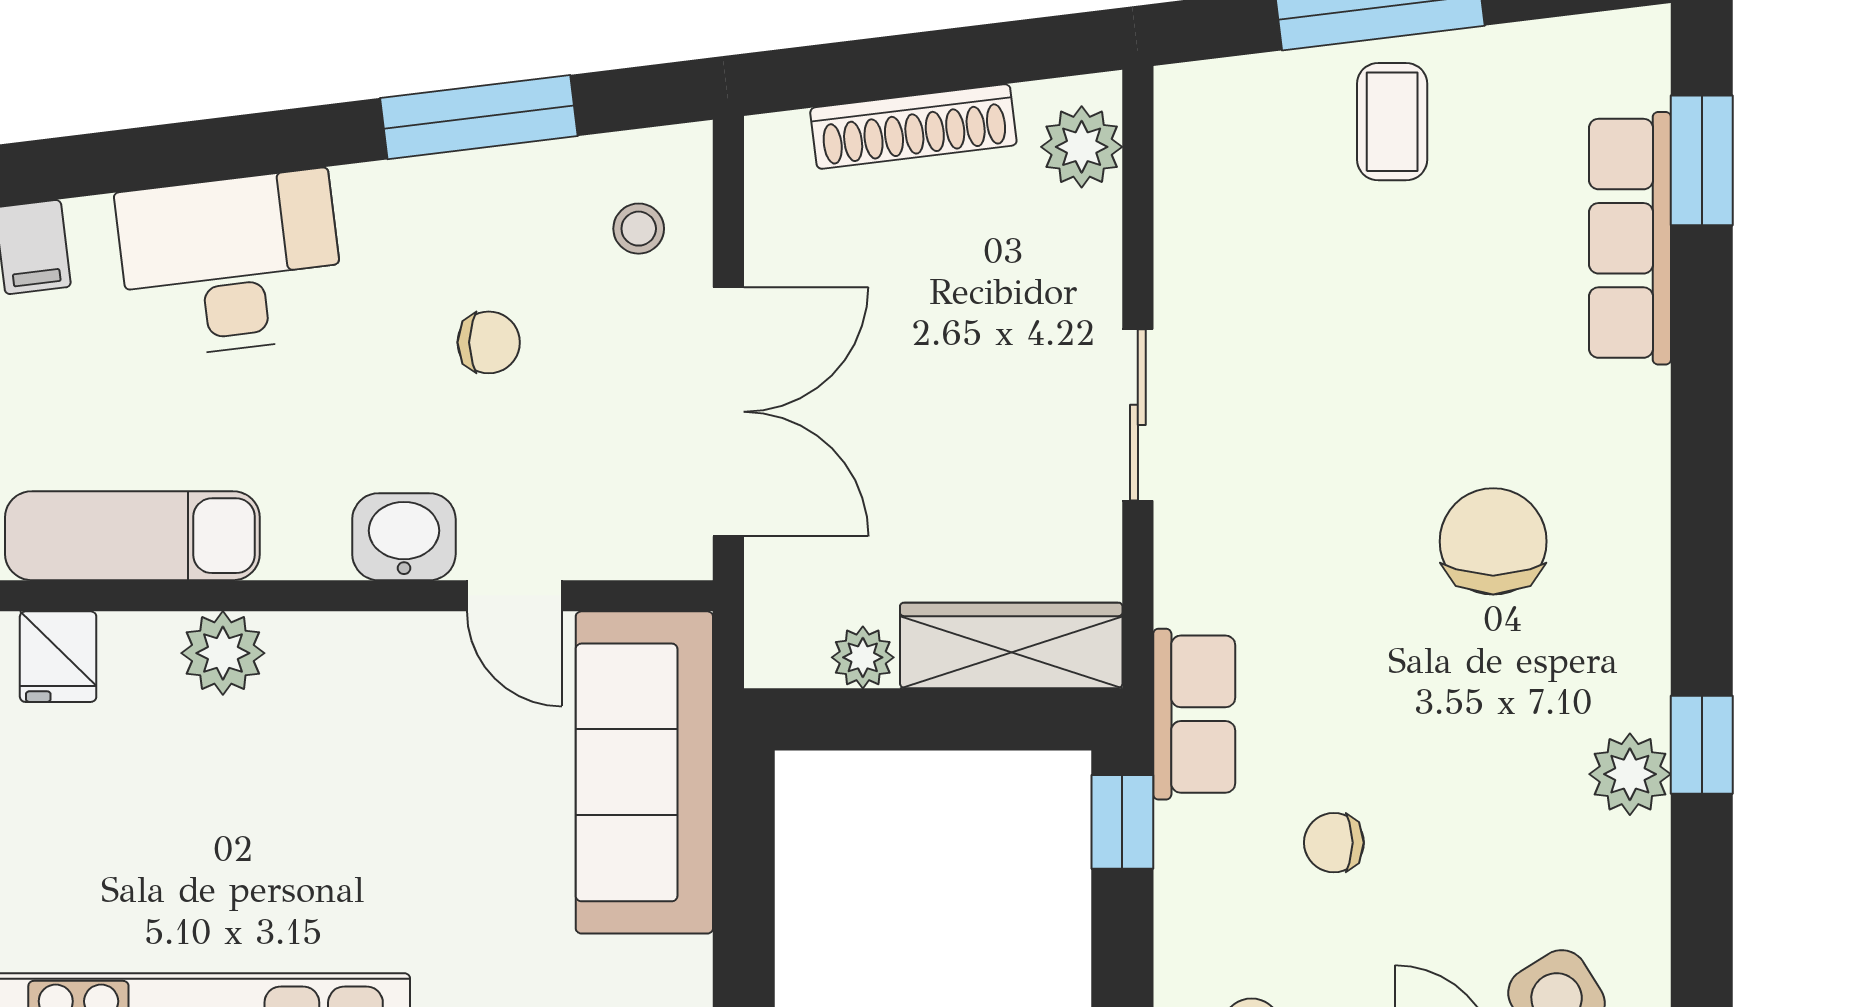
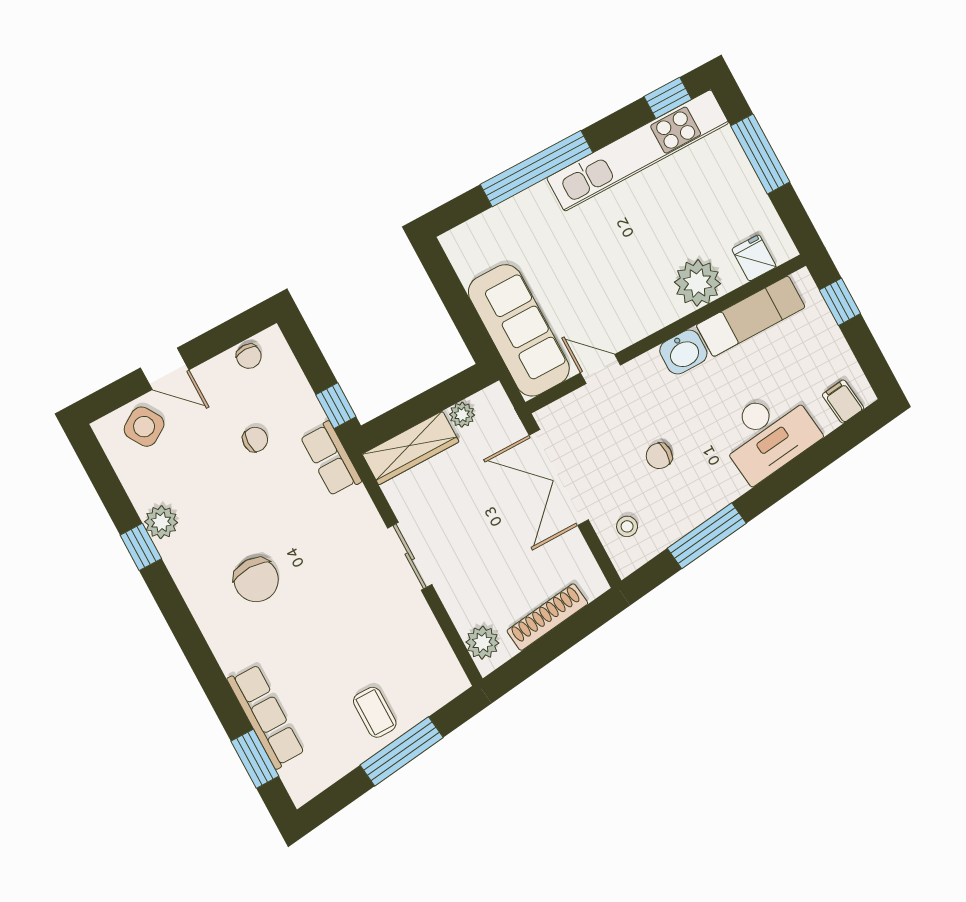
washbasin: (404, 537) -> (683, 352), moved
plant: (223, 653) -> (697, 283), width x1.36, depth x1.36

